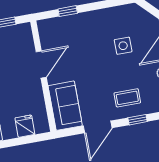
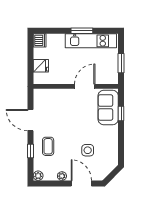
door: (41, 64) -> (85, 86), swing flipped
sofa: (65, 106) -> (108, 108), moved, turned 90

